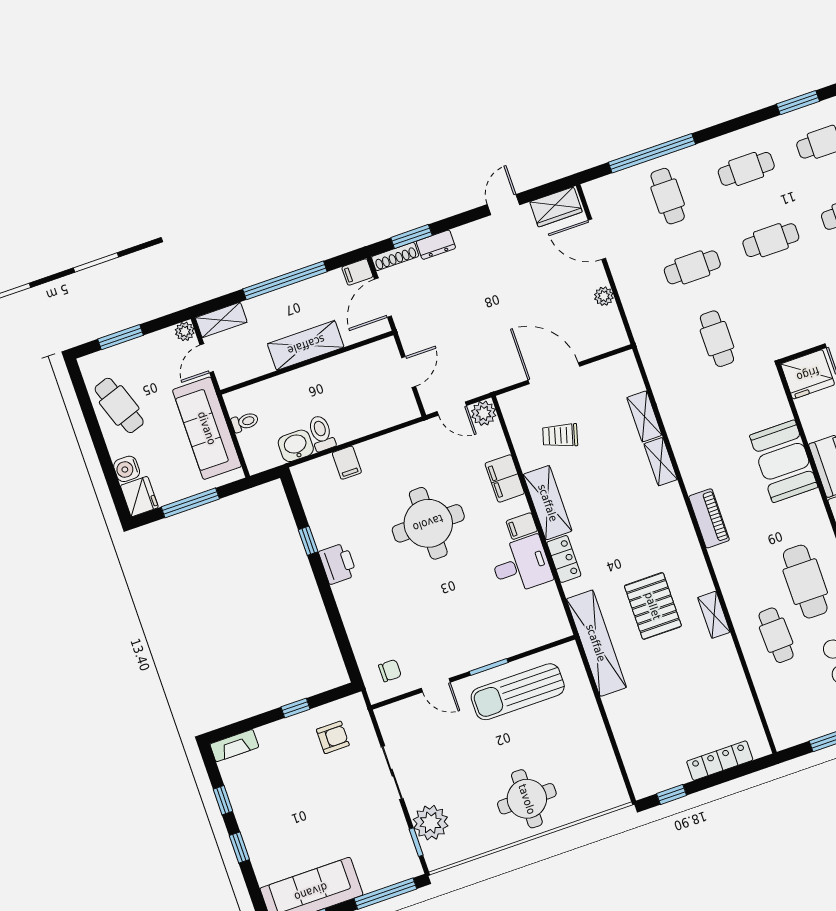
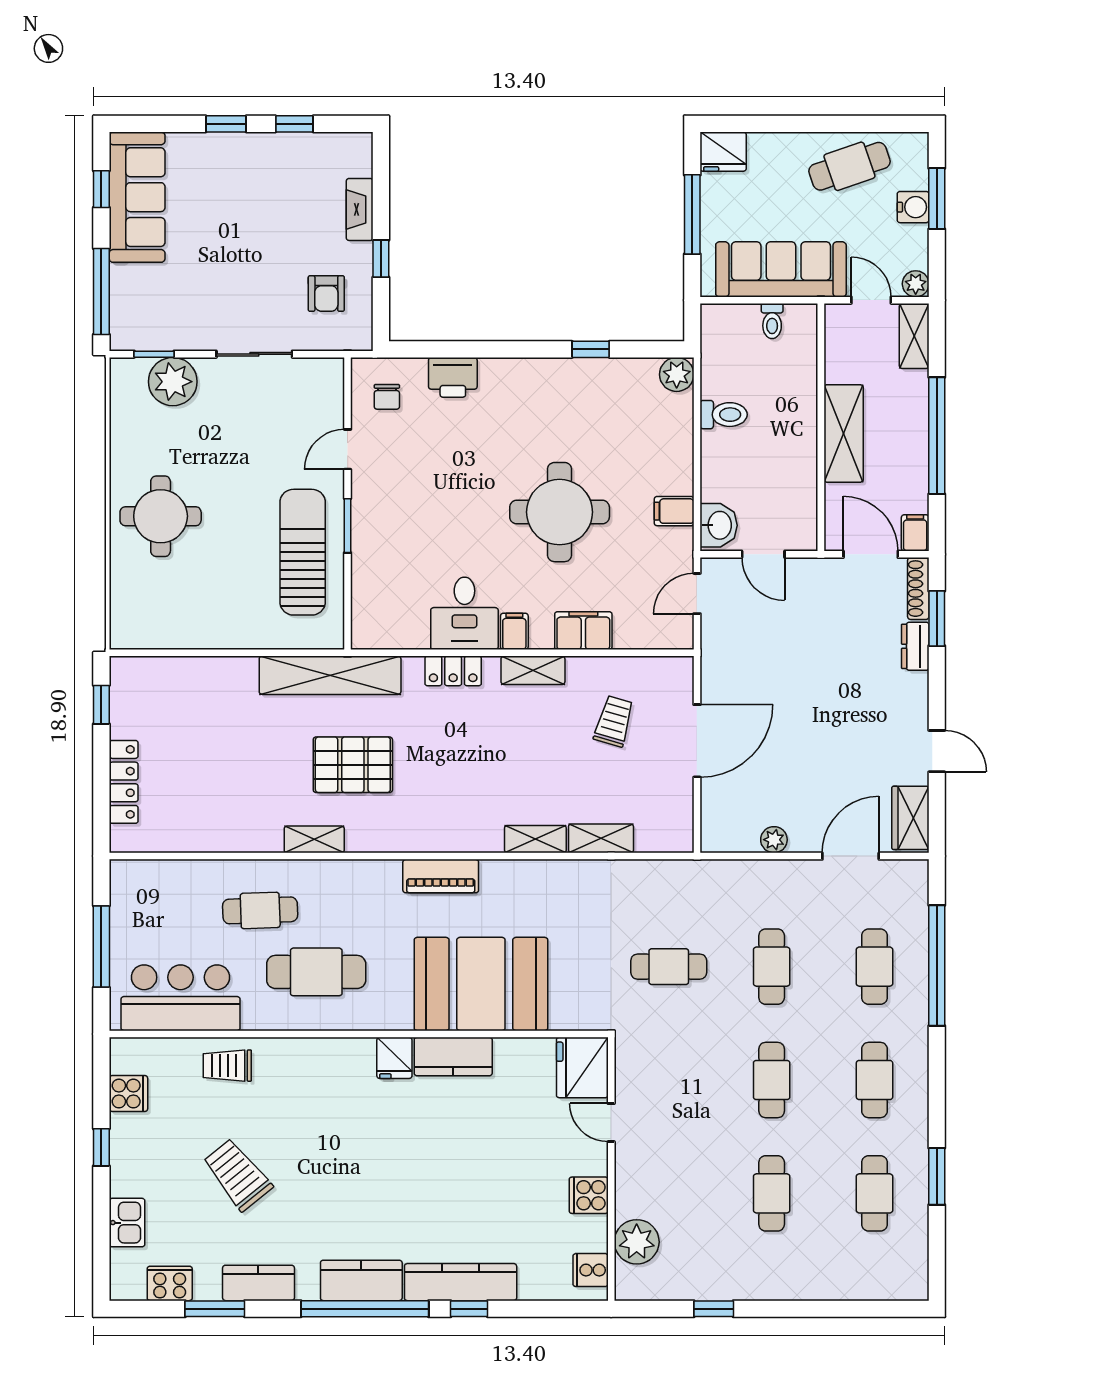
cafe table: (668, 196) -> (874, 967), turned 90
plant: (484, 413) -> (677, 374), moved
washbasin: (296, 446) -> (719, 525), moved
booth: (784, 461) -> (481, 984), width x1.36, depth x1.42
filing cabinet: (347, 463) -> (674, 511), moved
water cooler: (127, 469) -> (913, 207), moved, turned 90
shelving: (548, 503) -> (533, 670), width x0.67, depth x0.75
printer: (338, 564) -> (453, 377), moved
fireplace: (234, 746) -> (360, 209), moved

